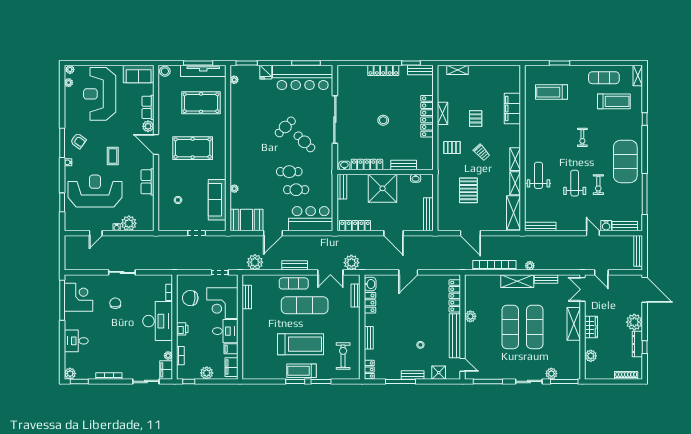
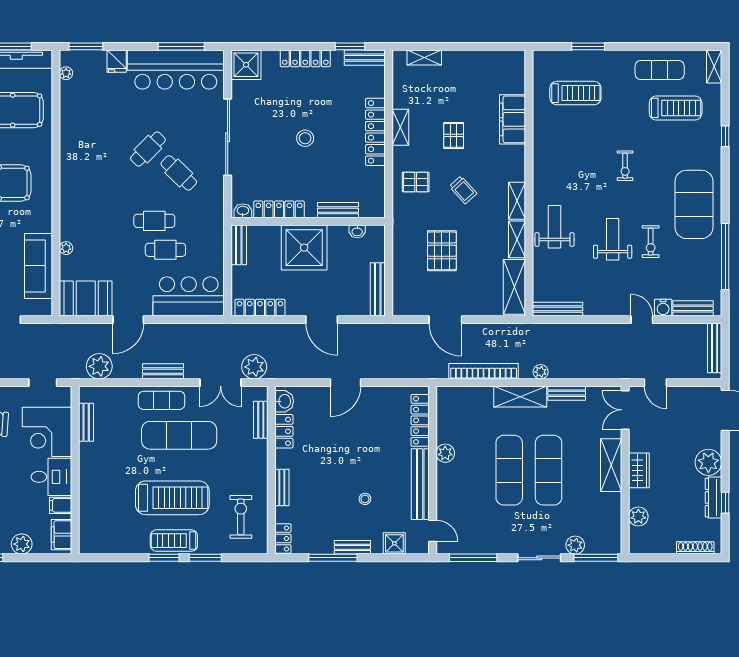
shower: (346, 74) -> (246, 65), added
treadmill: (551, 92) -> (575, 93), turned 180

